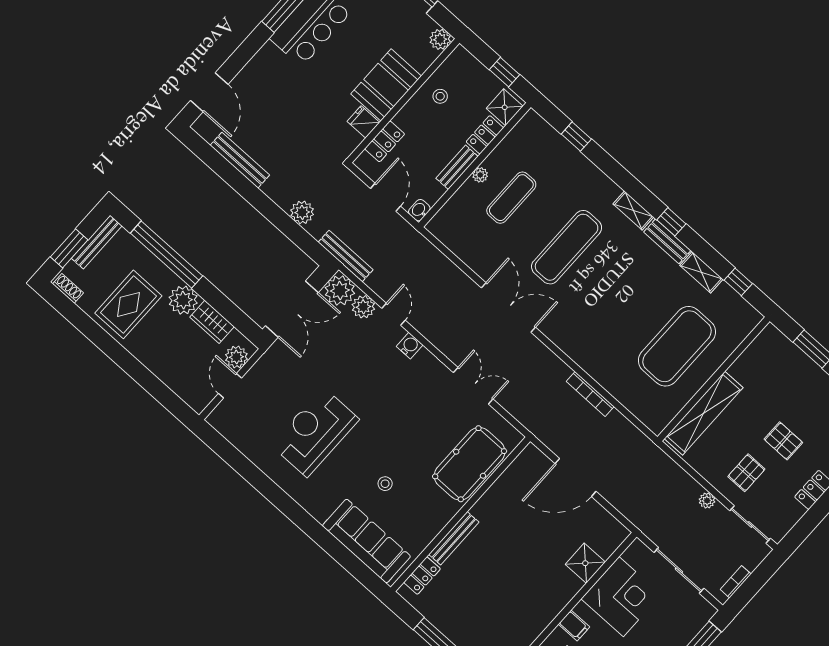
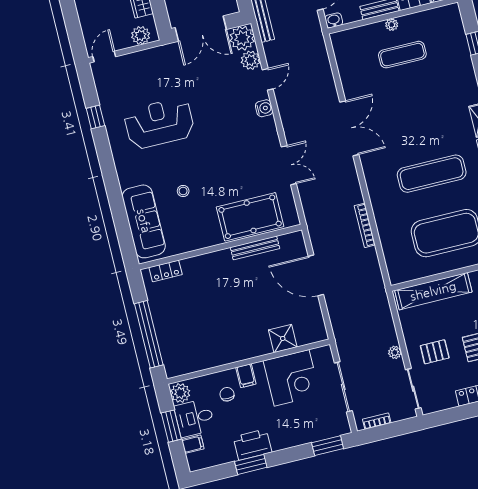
exercise mat: (567, 247) -> (432, 174), moved
door: (230, 386) -> (104, 57), moved
window: (247, 470) -> (95, 117), added
bench: (454, 538) -> (255, 248), moved

